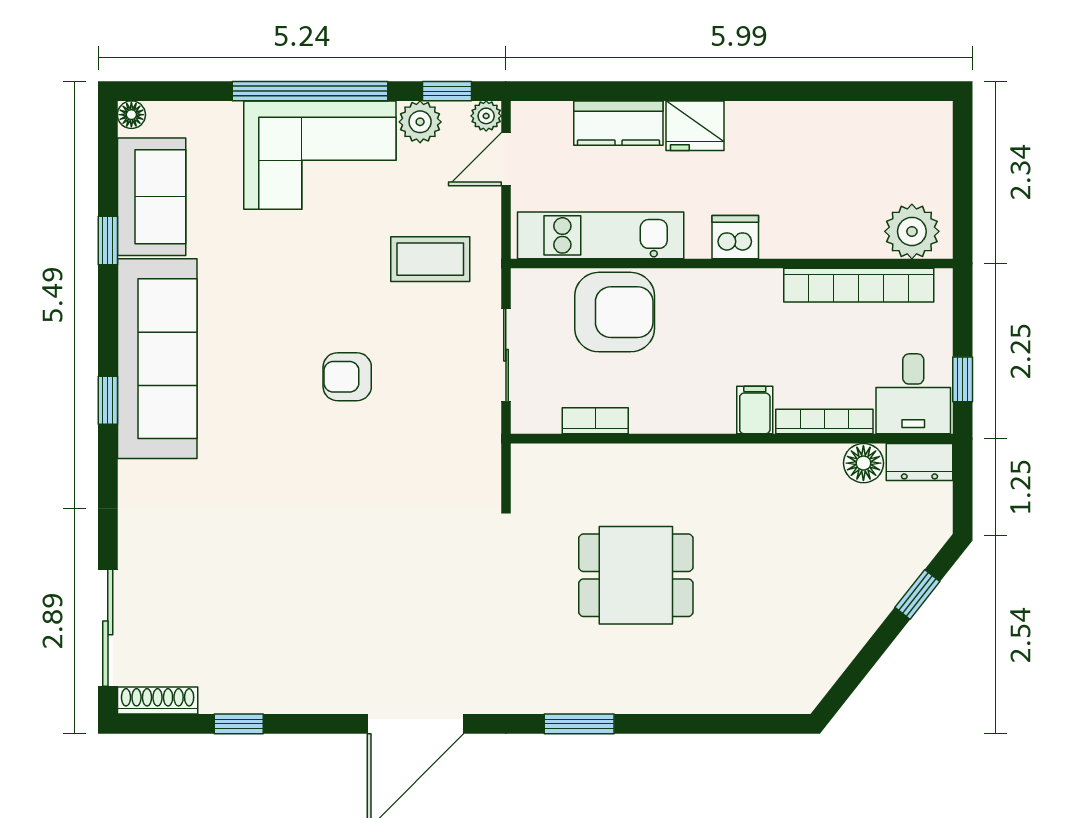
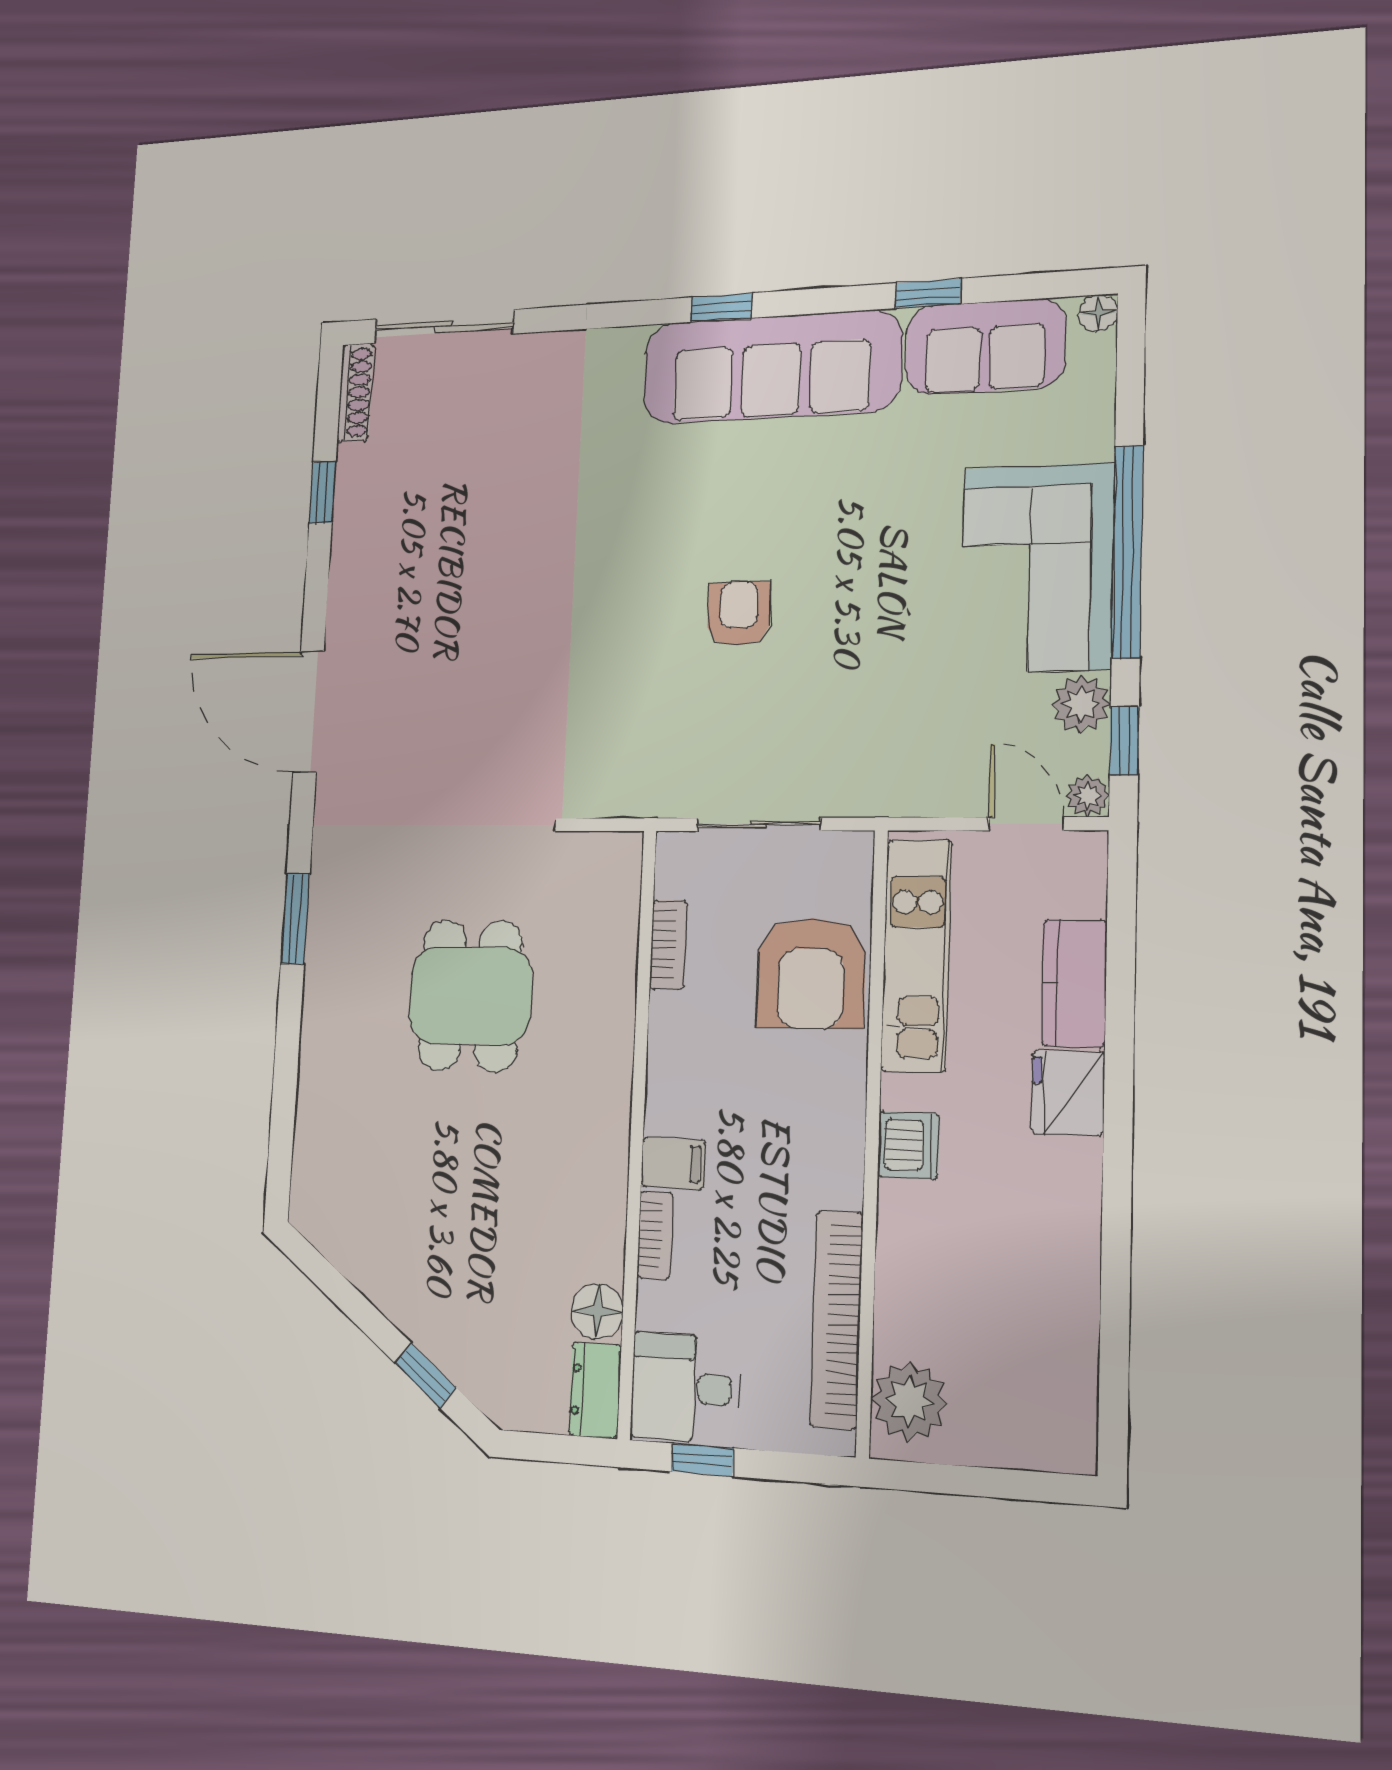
coffee table: (430, 259) -> (891, 721), removed
bookcase: (824, 422) -> (655, 1235), width x0.64

